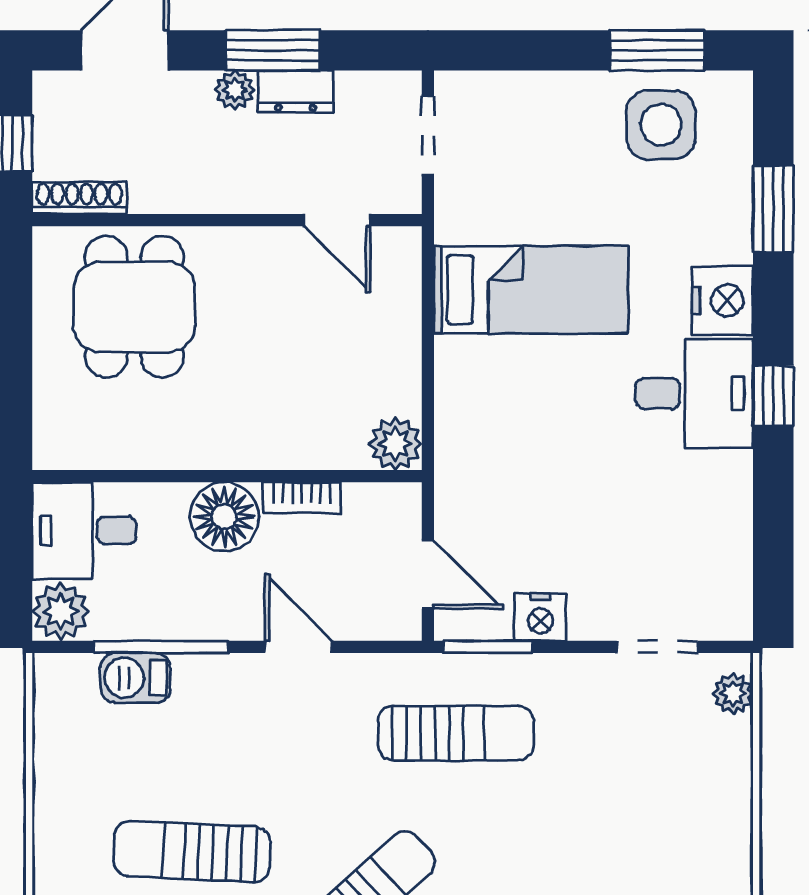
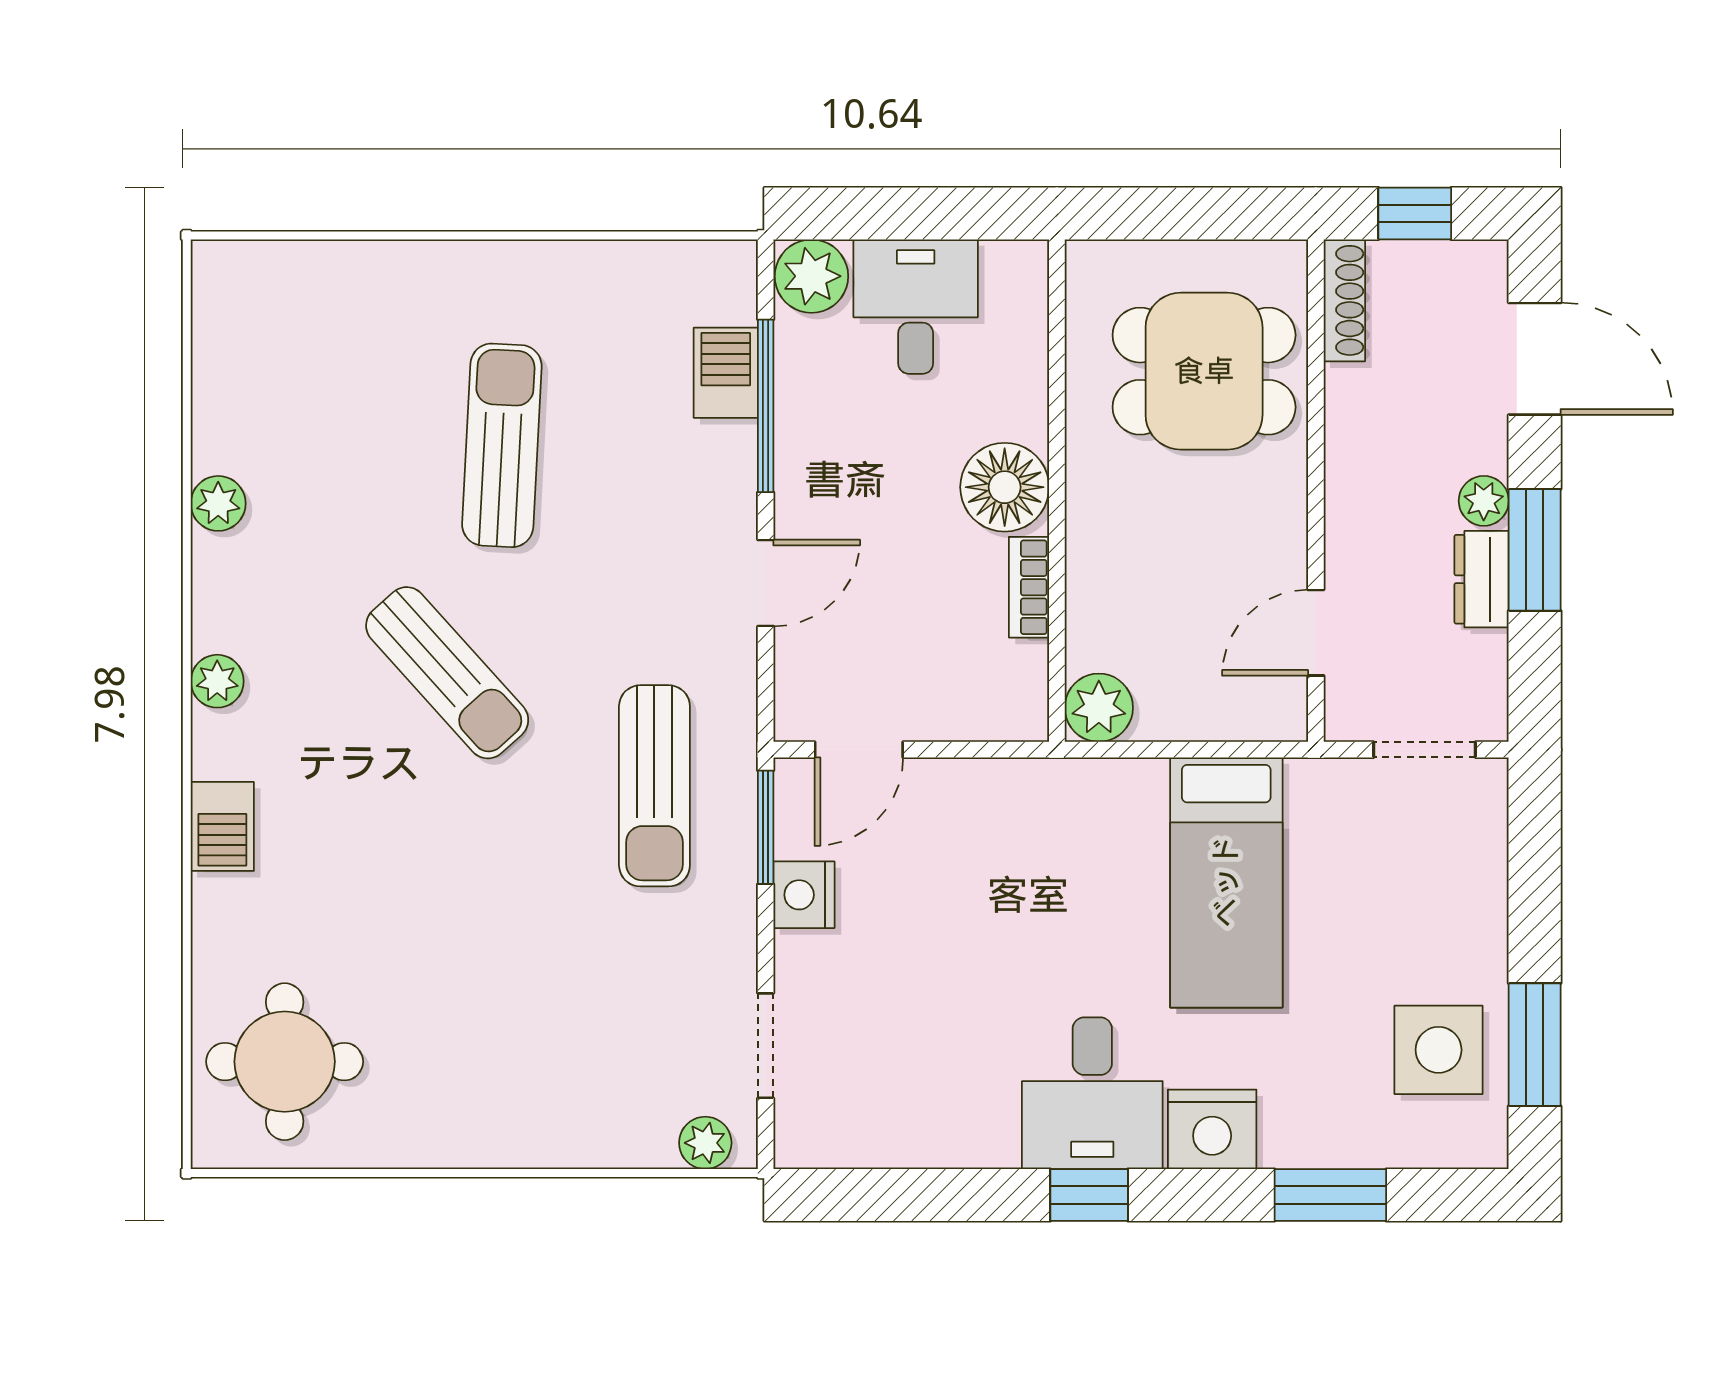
plant: (395, 444) -> (1099, 708), moved
wall: (227, 476) -> (1057, 491), moved
bookcase: (302, 498) -> (1029, 587), moved
floor lamp: (224, 517) -> (1005, 487), moved

